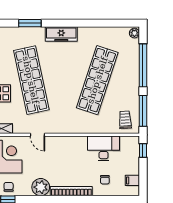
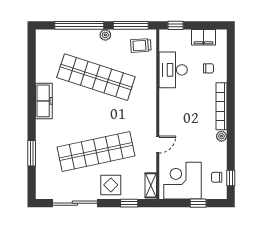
plant: (134, 33) -> (105, 35), moved
freezer: (61, 34) -> (44, 101), moved
filing cabinet: (132, 180) -> (203, 37), width x2.00
plant: (41, 187) -> (221, 136), width x0.53, depth x0.53

